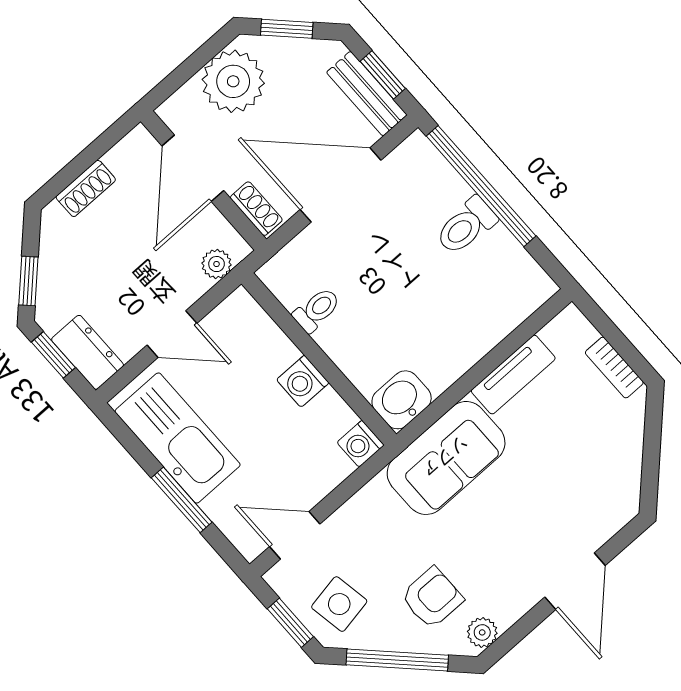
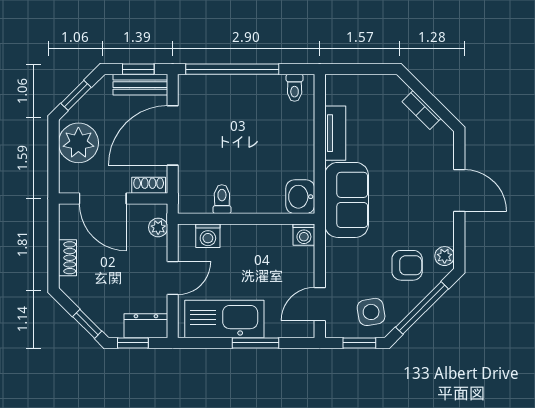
toilet: (466, 226) -> (295, 88), moved, width x0.73, depth x0.72
bookcase: (614, 368) -> (422, 110), moved, turned 45
washing machine: (303, 381) -> (208, 236), moved
armchair: (432, 598) -> (407, 265), turned 90

